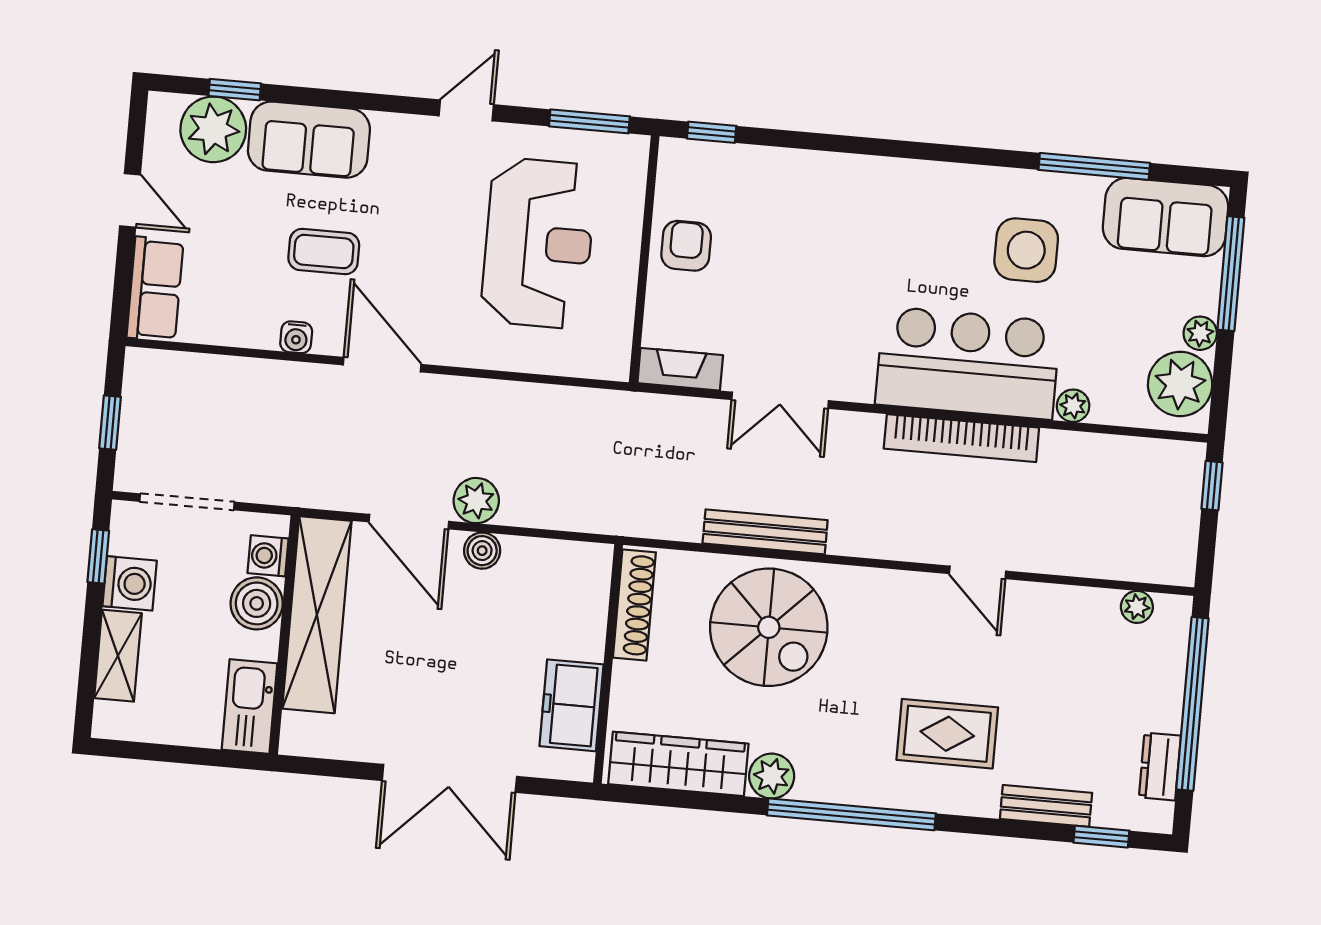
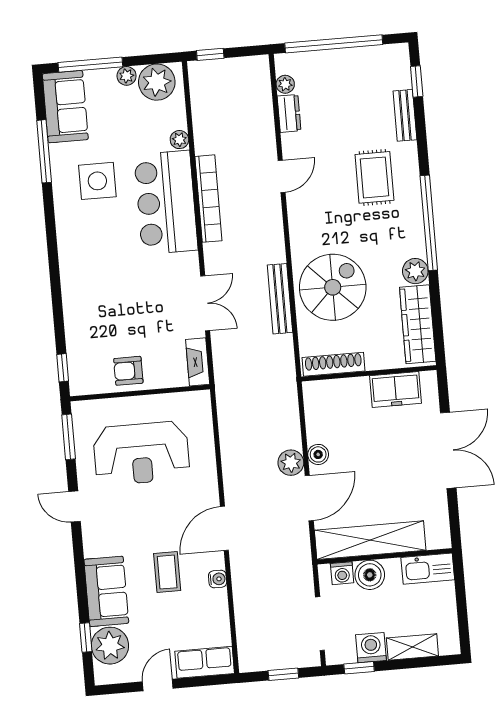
reception desk: (538, 243) -> (141, 453), turned 180
dresser: (1160, 767) -> (289, 113), moved, turned -90

